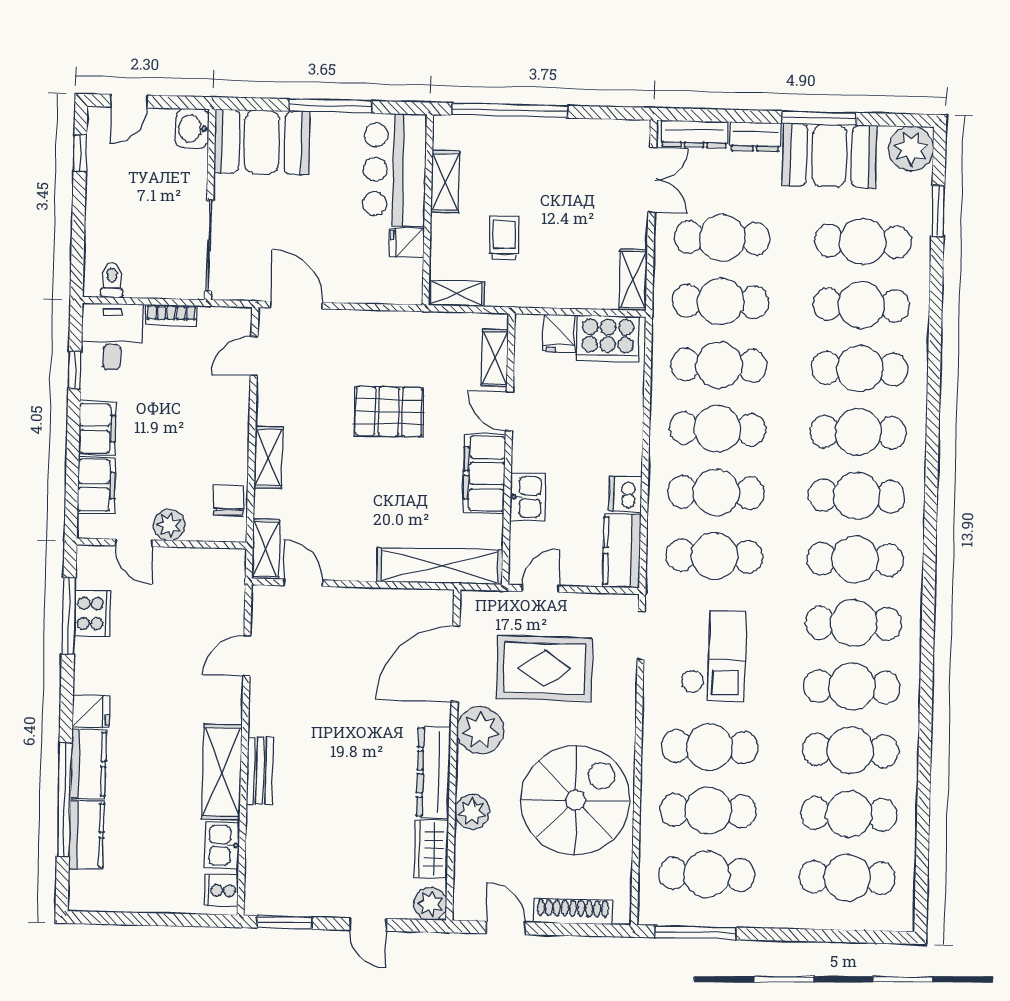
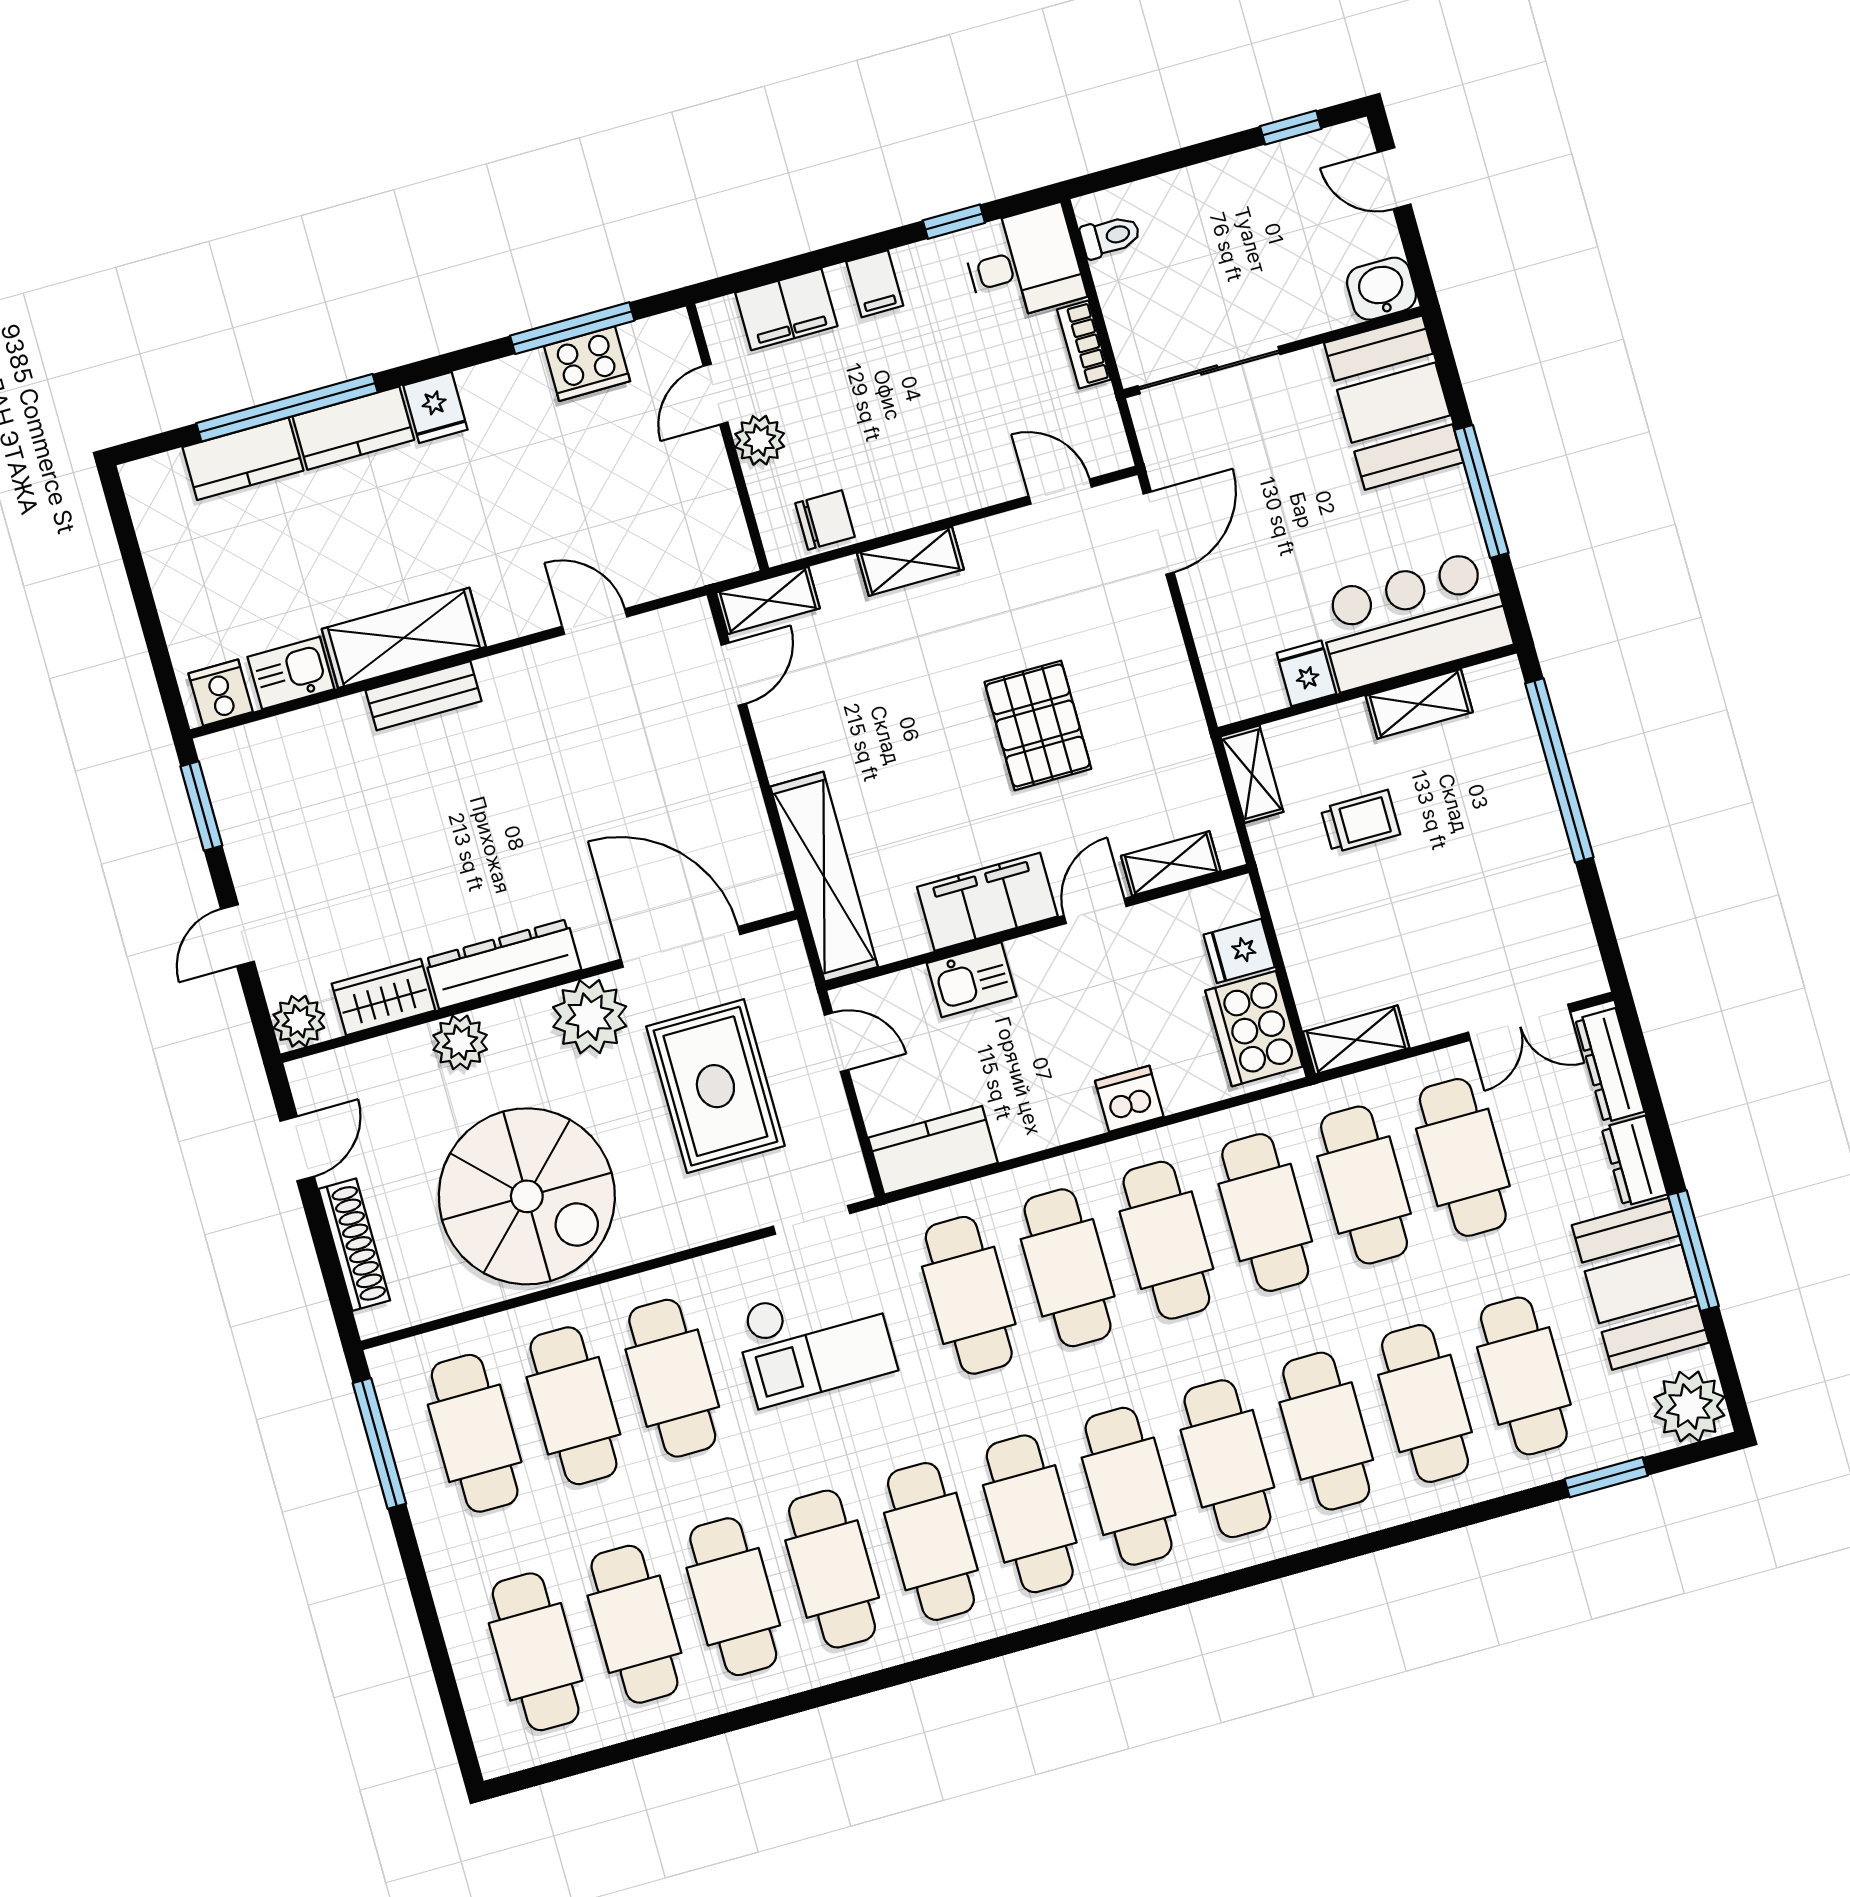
filing cabinet: (97, 428) -> (875, 284), width x0.50
dishwasher: (625, 494) -> (1129, 1099), moved

